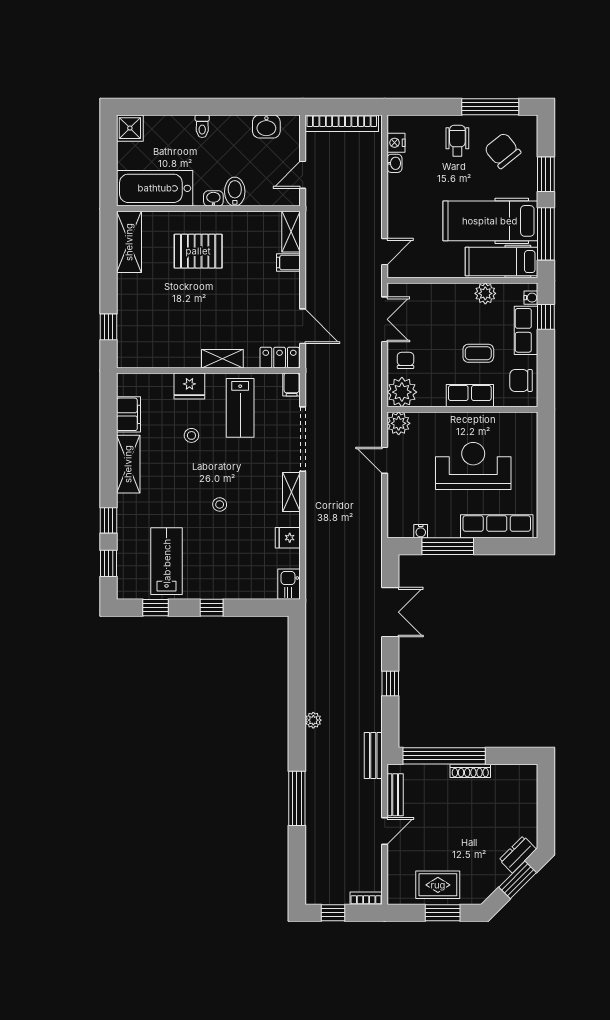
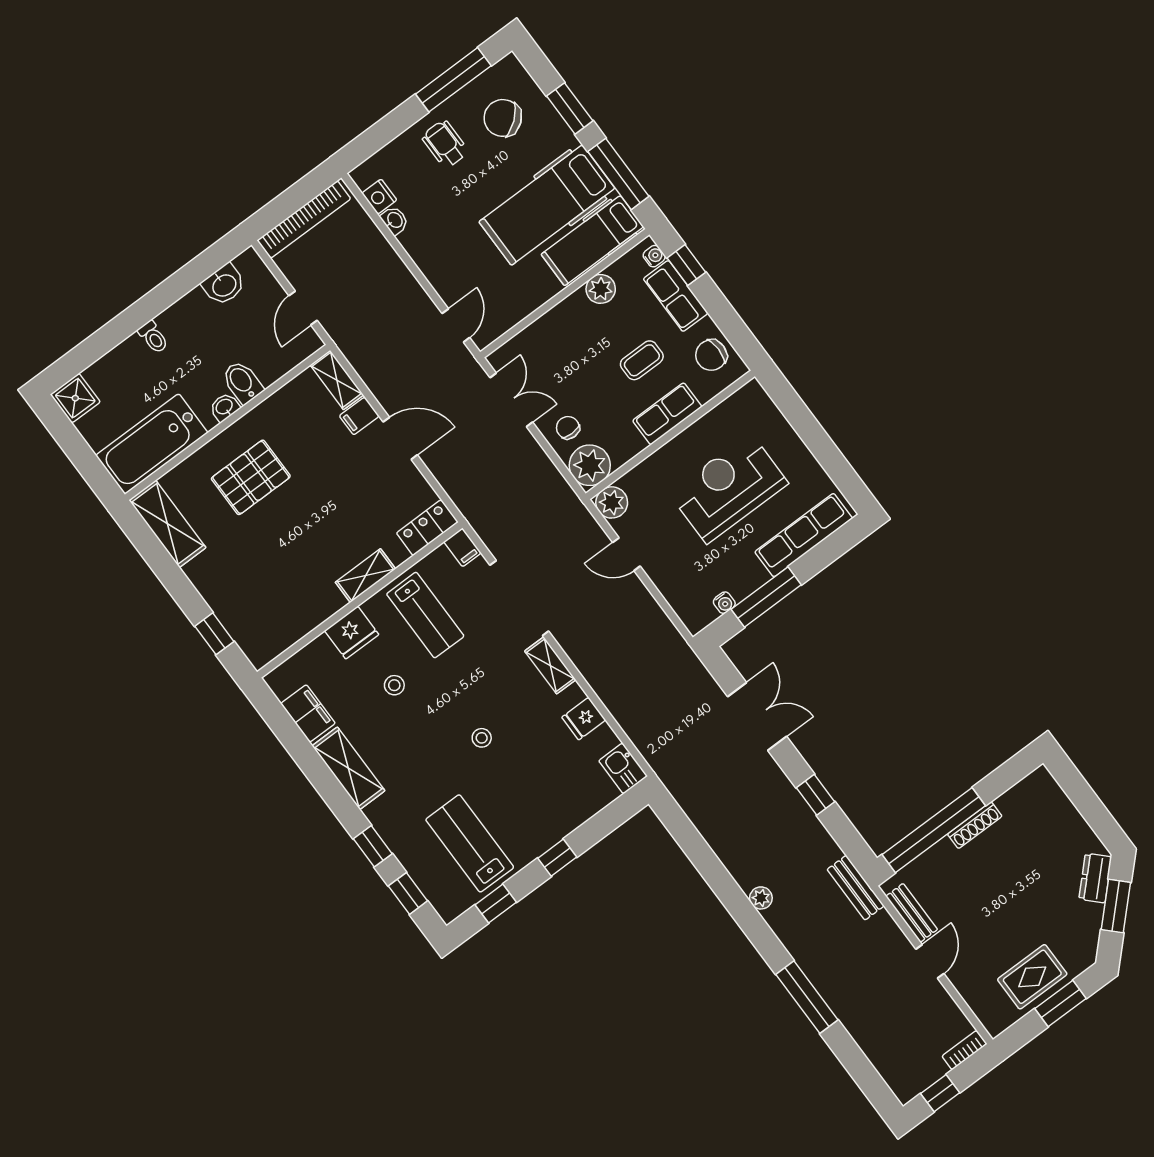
door: (303, 326) -> (400, 438), moved

